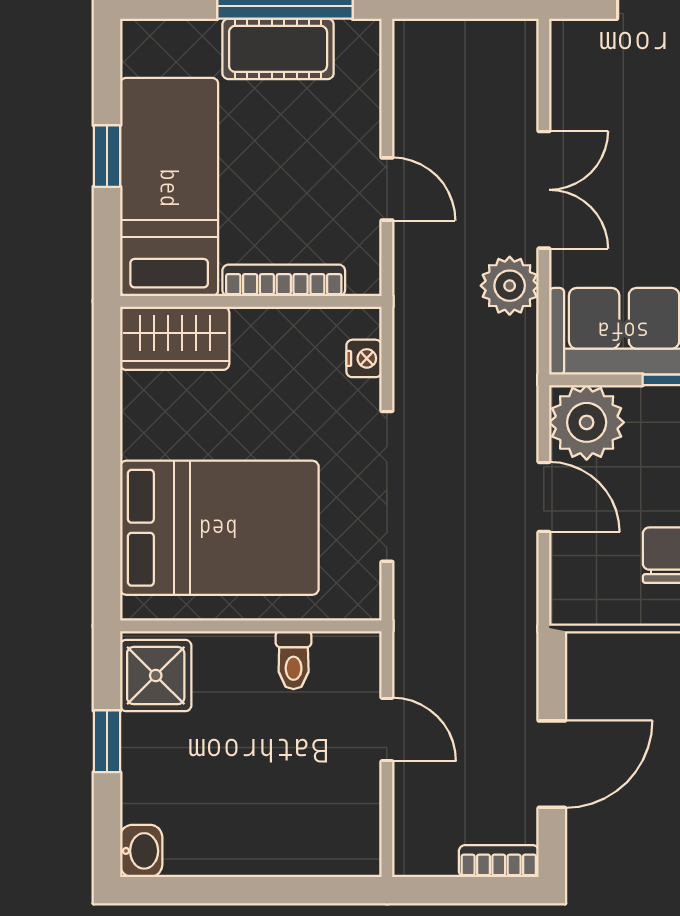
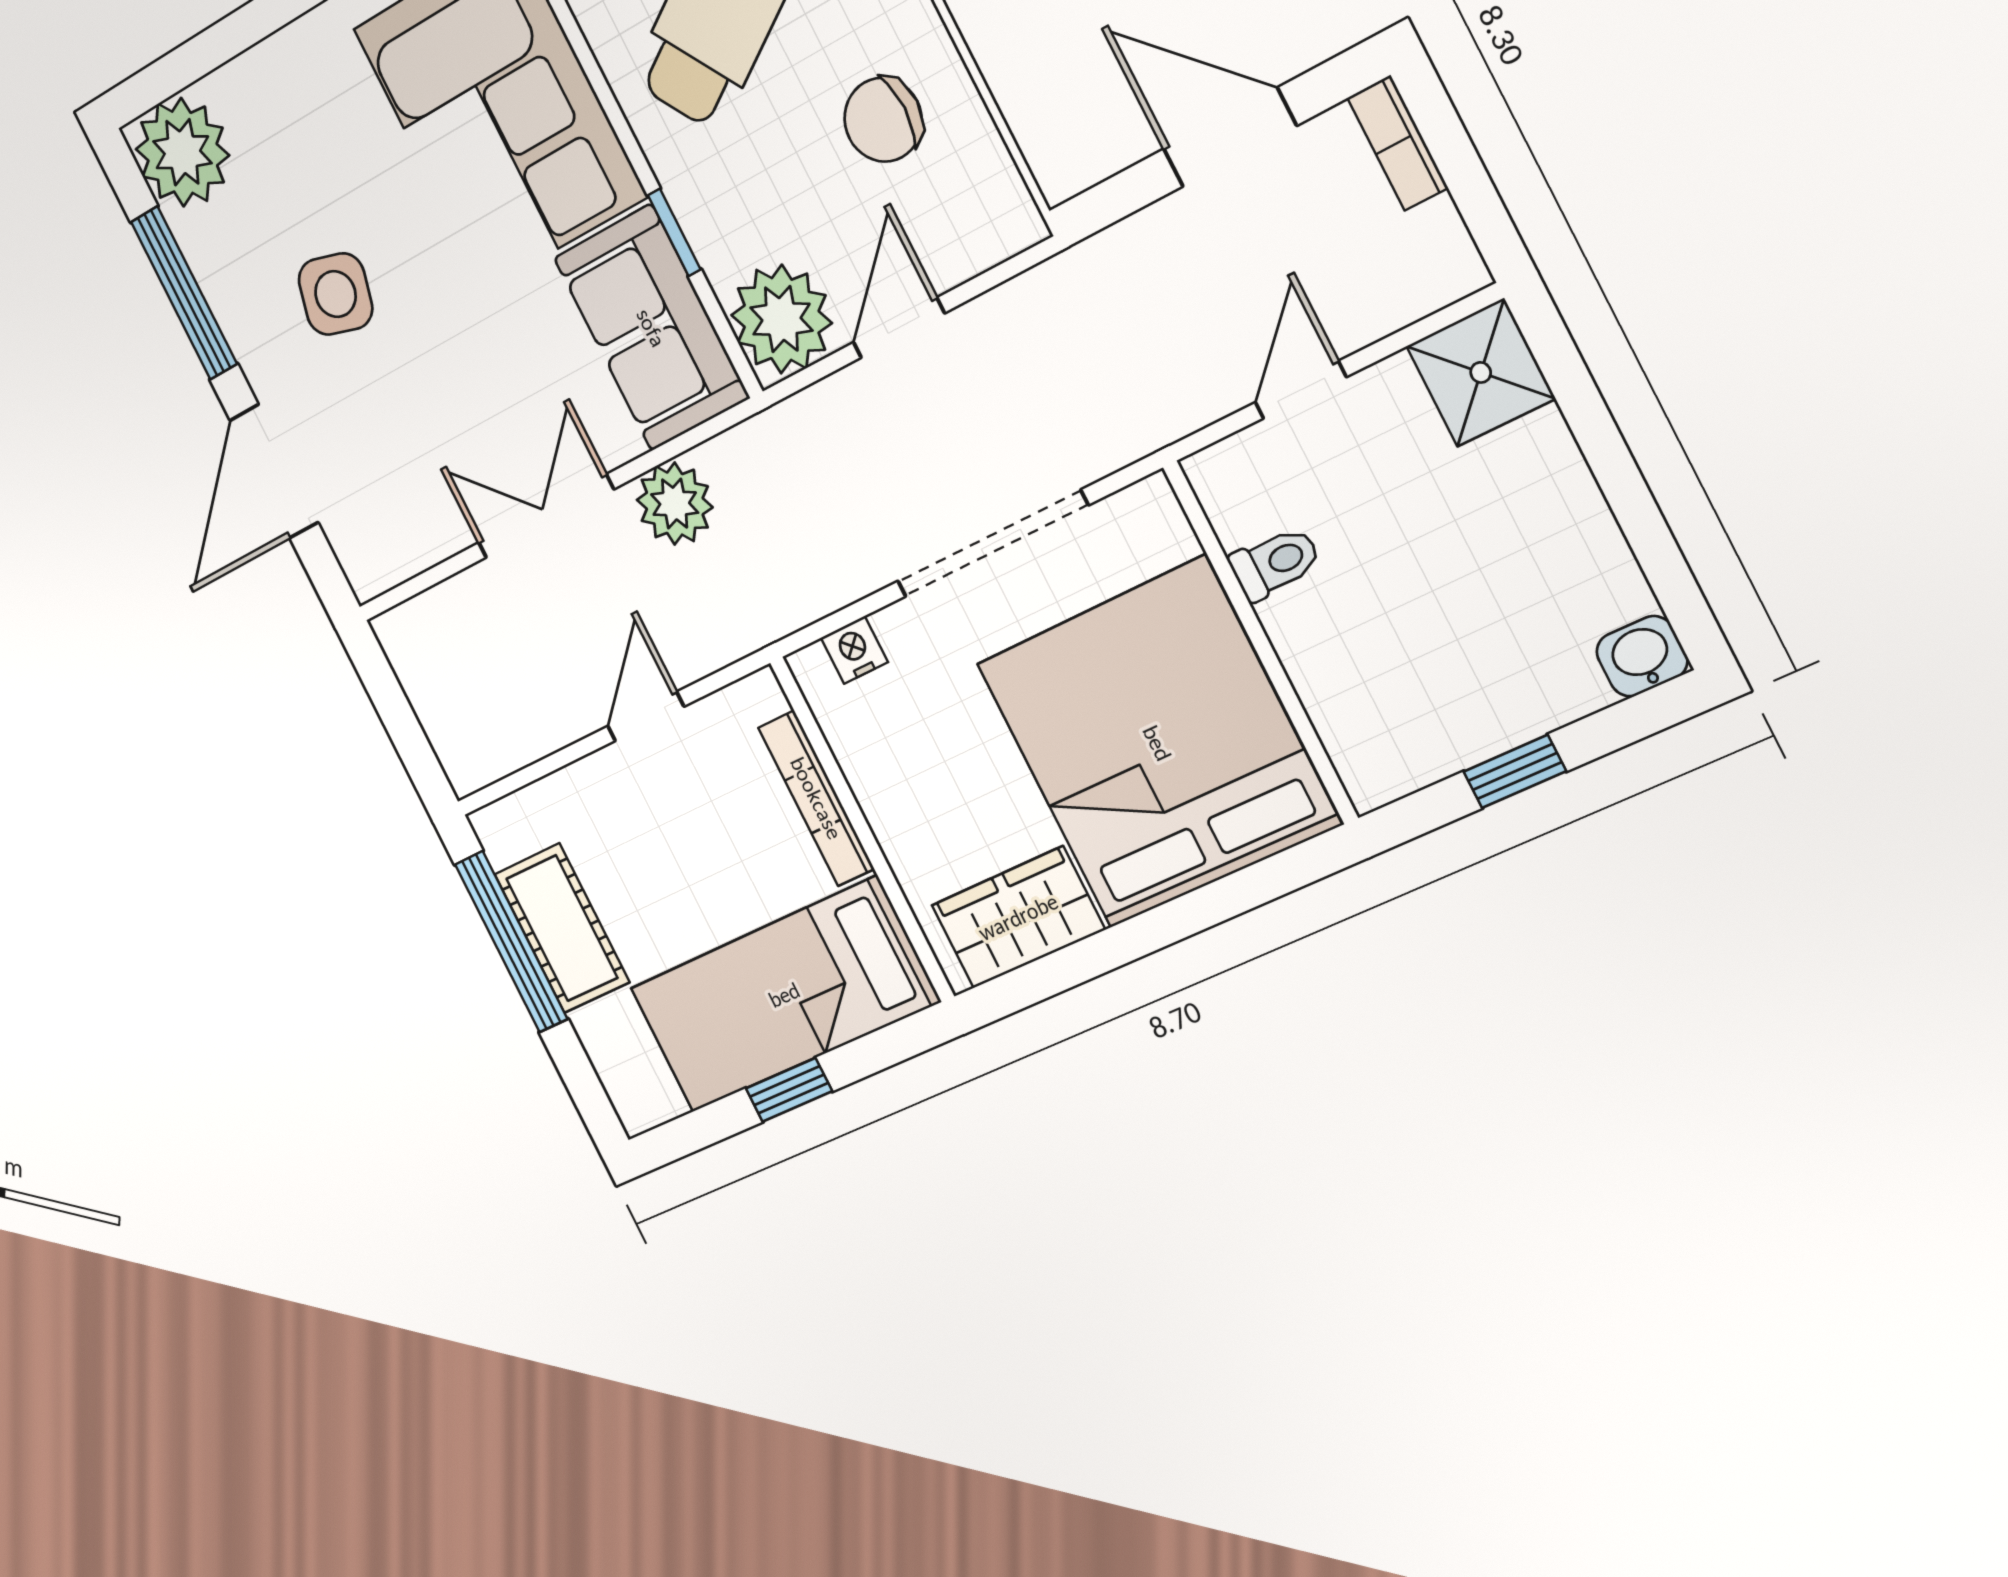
wardrobe: (175, 338) -> (1018, 917), moved, turned -90
bed: (219, 528) -> (1157, 743), width x1.36
shower: (156, 676) -> (1481, 372), moved

